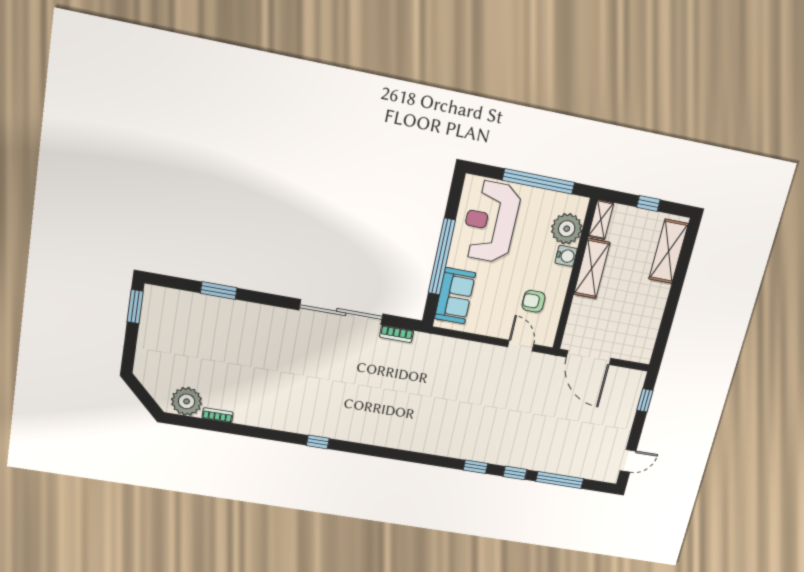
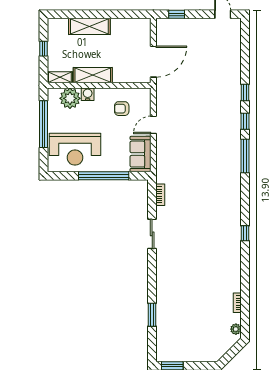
shelving: (669, 251) -> (89, 26), moved
sofa: (455, 296) -> (140, 154), moved, turned -90
armchair: (534, 301) -> (122, 109), turned 90
sliding door: (341, 312) -> (152, 234), width x0.54
door: (521, 346) -> (153, 125), moved
plant: (187, 401) -> (236, 329), width x0.53, depth x0.53
window: (560, 480) -> (245, 156), moved

